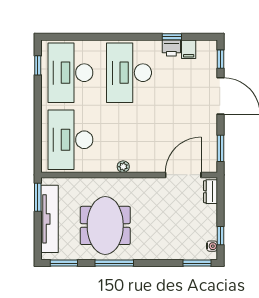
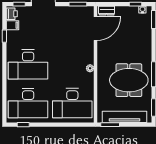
printer: (171, 48) -> (12, 14), moved
door: (183, 175) -> (95, 29), swing flipped

